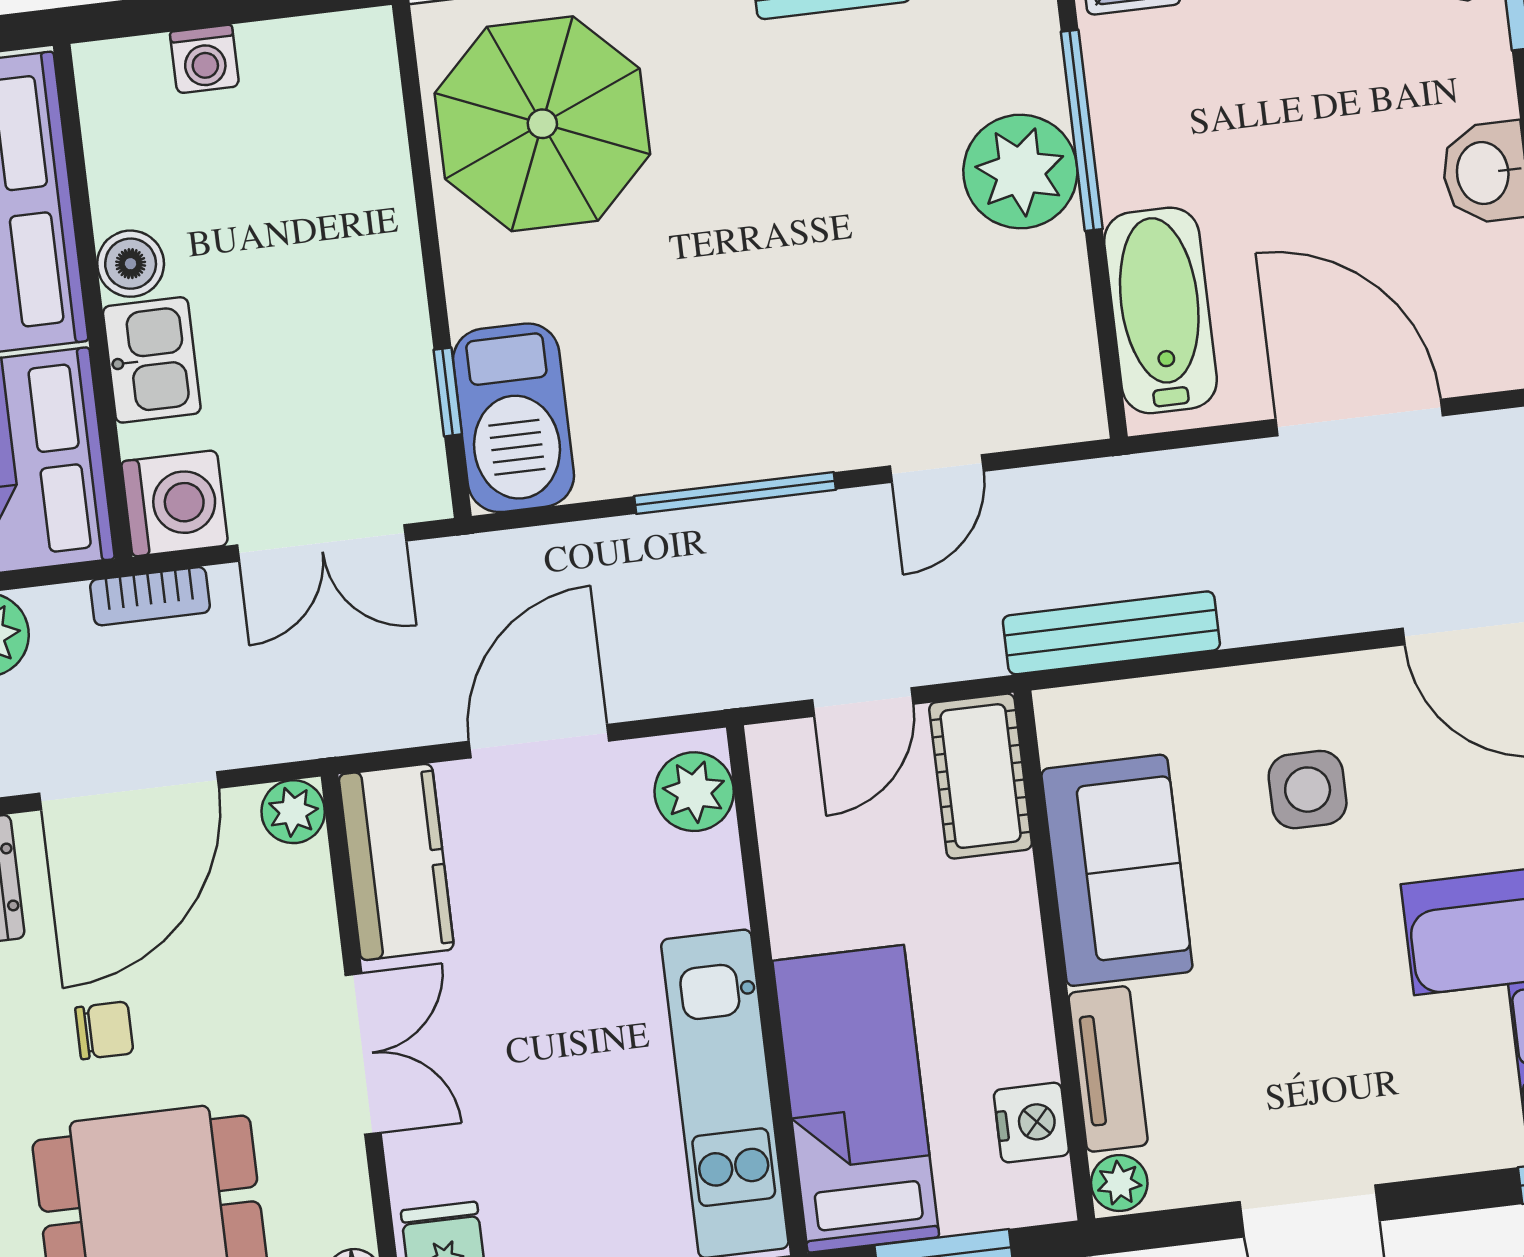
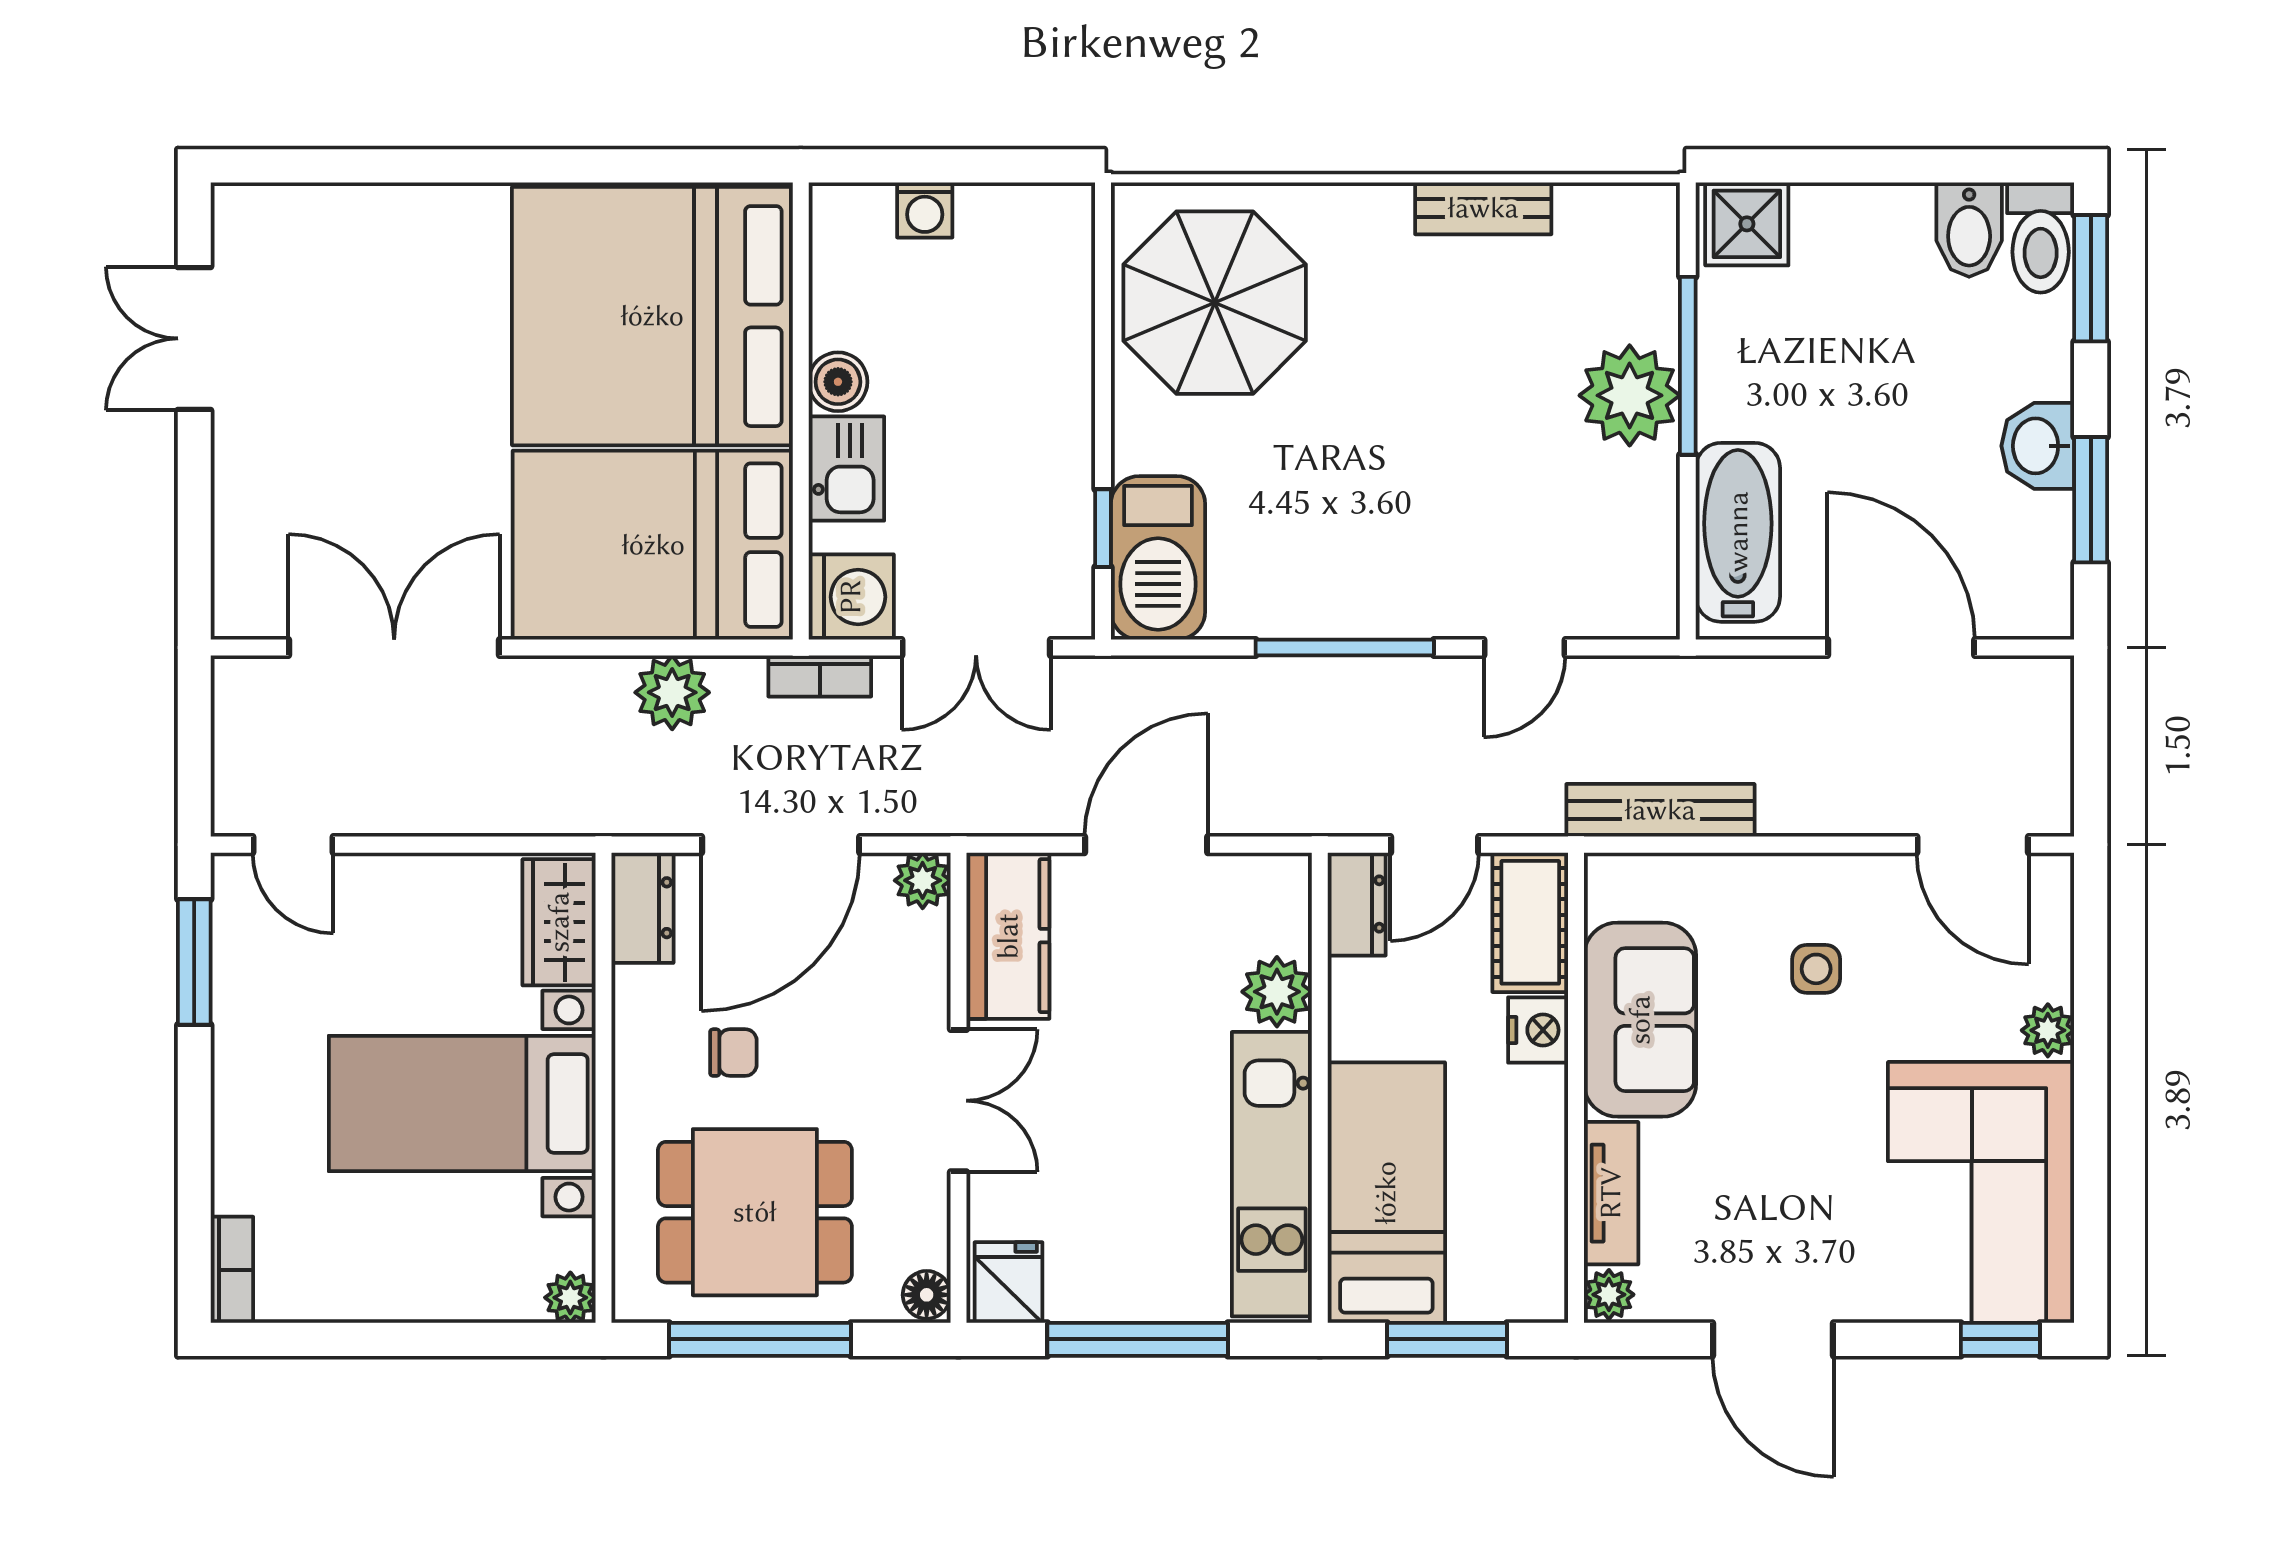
dresser: (783, 779) -> (1357, 904), added
side table: (1308, 790) -> (1816, 969), width x0.73, depth x0.73
plant: (694, 792) -> (1277, 992), moved
nightstand: (1031, 1123) -> (1538, 1030), moved

